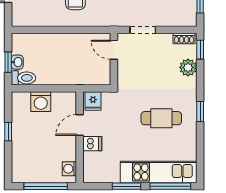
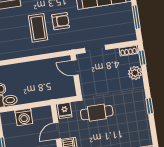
cafe table: (161, 118) -> (97, 113), moved

